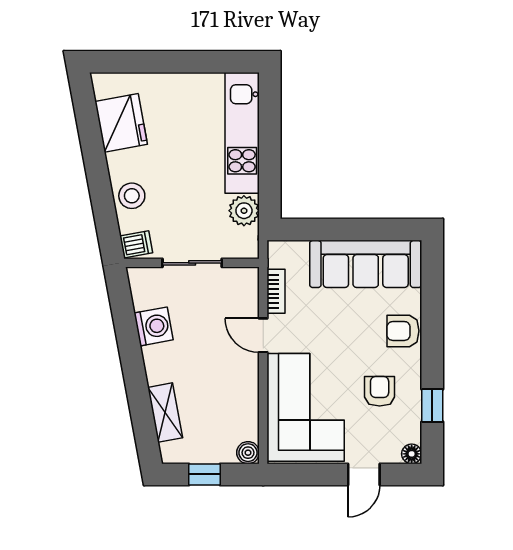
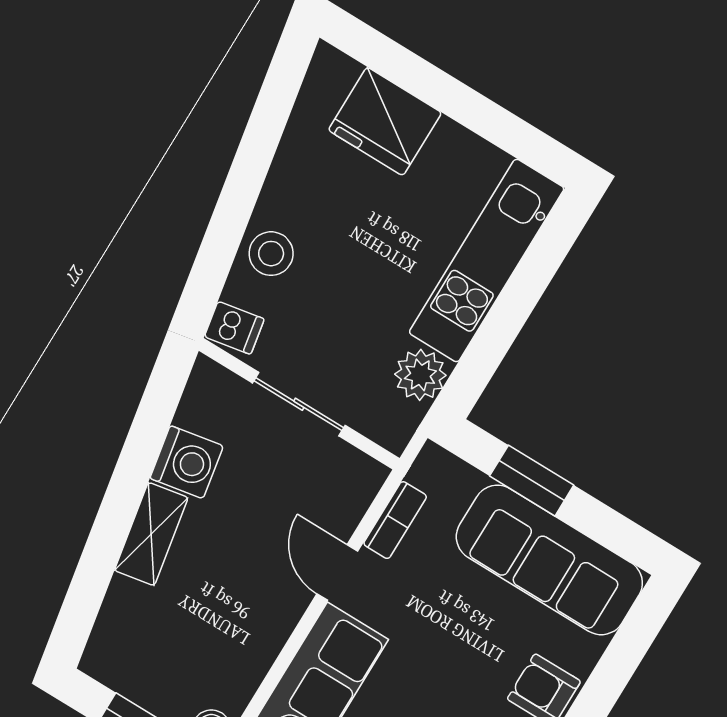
fridge: (121, 123) -> (385, 121), moved, turned 100
window: (332, 230) -> (532, 481), added
shelving: (165, 413) -> (151, 534), moved

